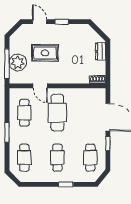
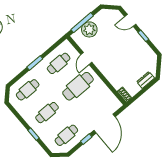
door: (40, 22) -> (130, 20), swing flipped
rug: (45, 53) -> (112, 42), removed

